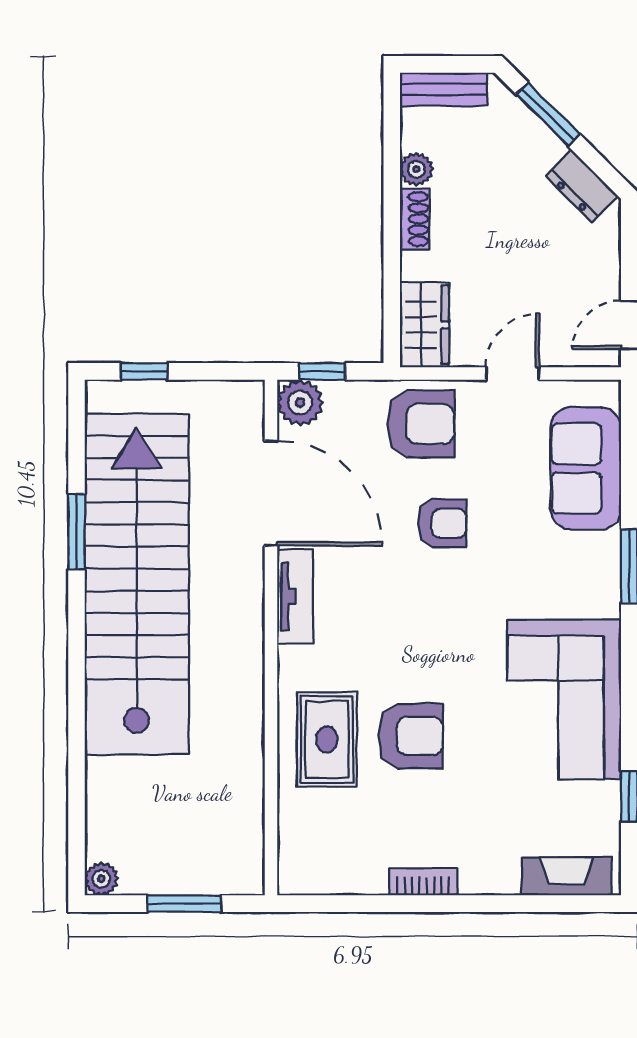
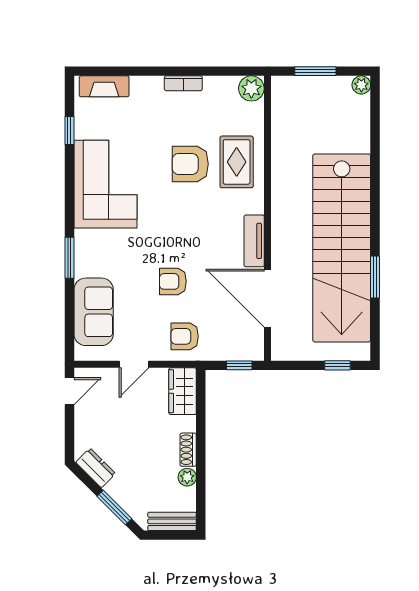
plant: (300, 403) -> (251, 88), moved
armchair: (421, 424) -> (185, 336), width x0.72, depth x0.72

